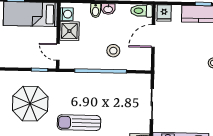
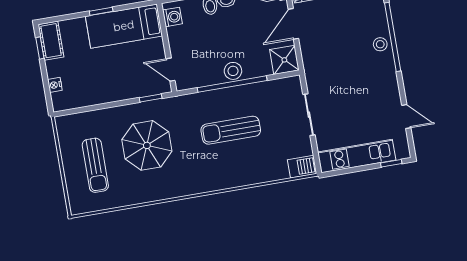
shower: (69, 31) -> (284, 60), moved
stool: (113, 51) -> (233, 71), moved
sun lounger: (79, 123) -> (231, 130), moved

